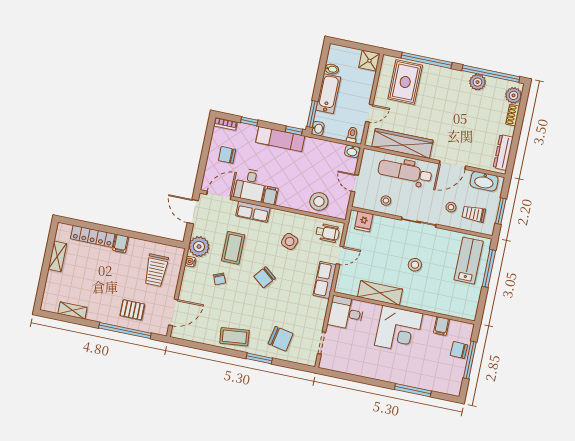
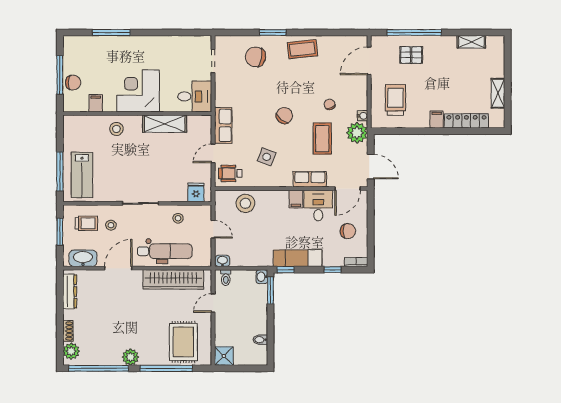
plant: (477, 82) -> (130, 357), moved
bathtub: (328, 94) -> (258, 314), removed
stool: (415, 265) -> (116, 129), moved

